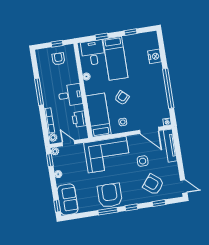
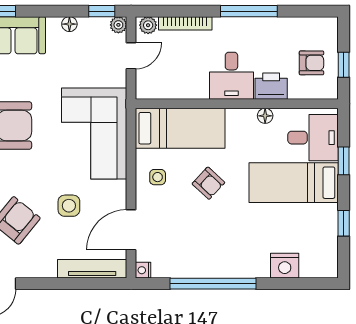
printer: (79, 119) -> (271, 86), moved

